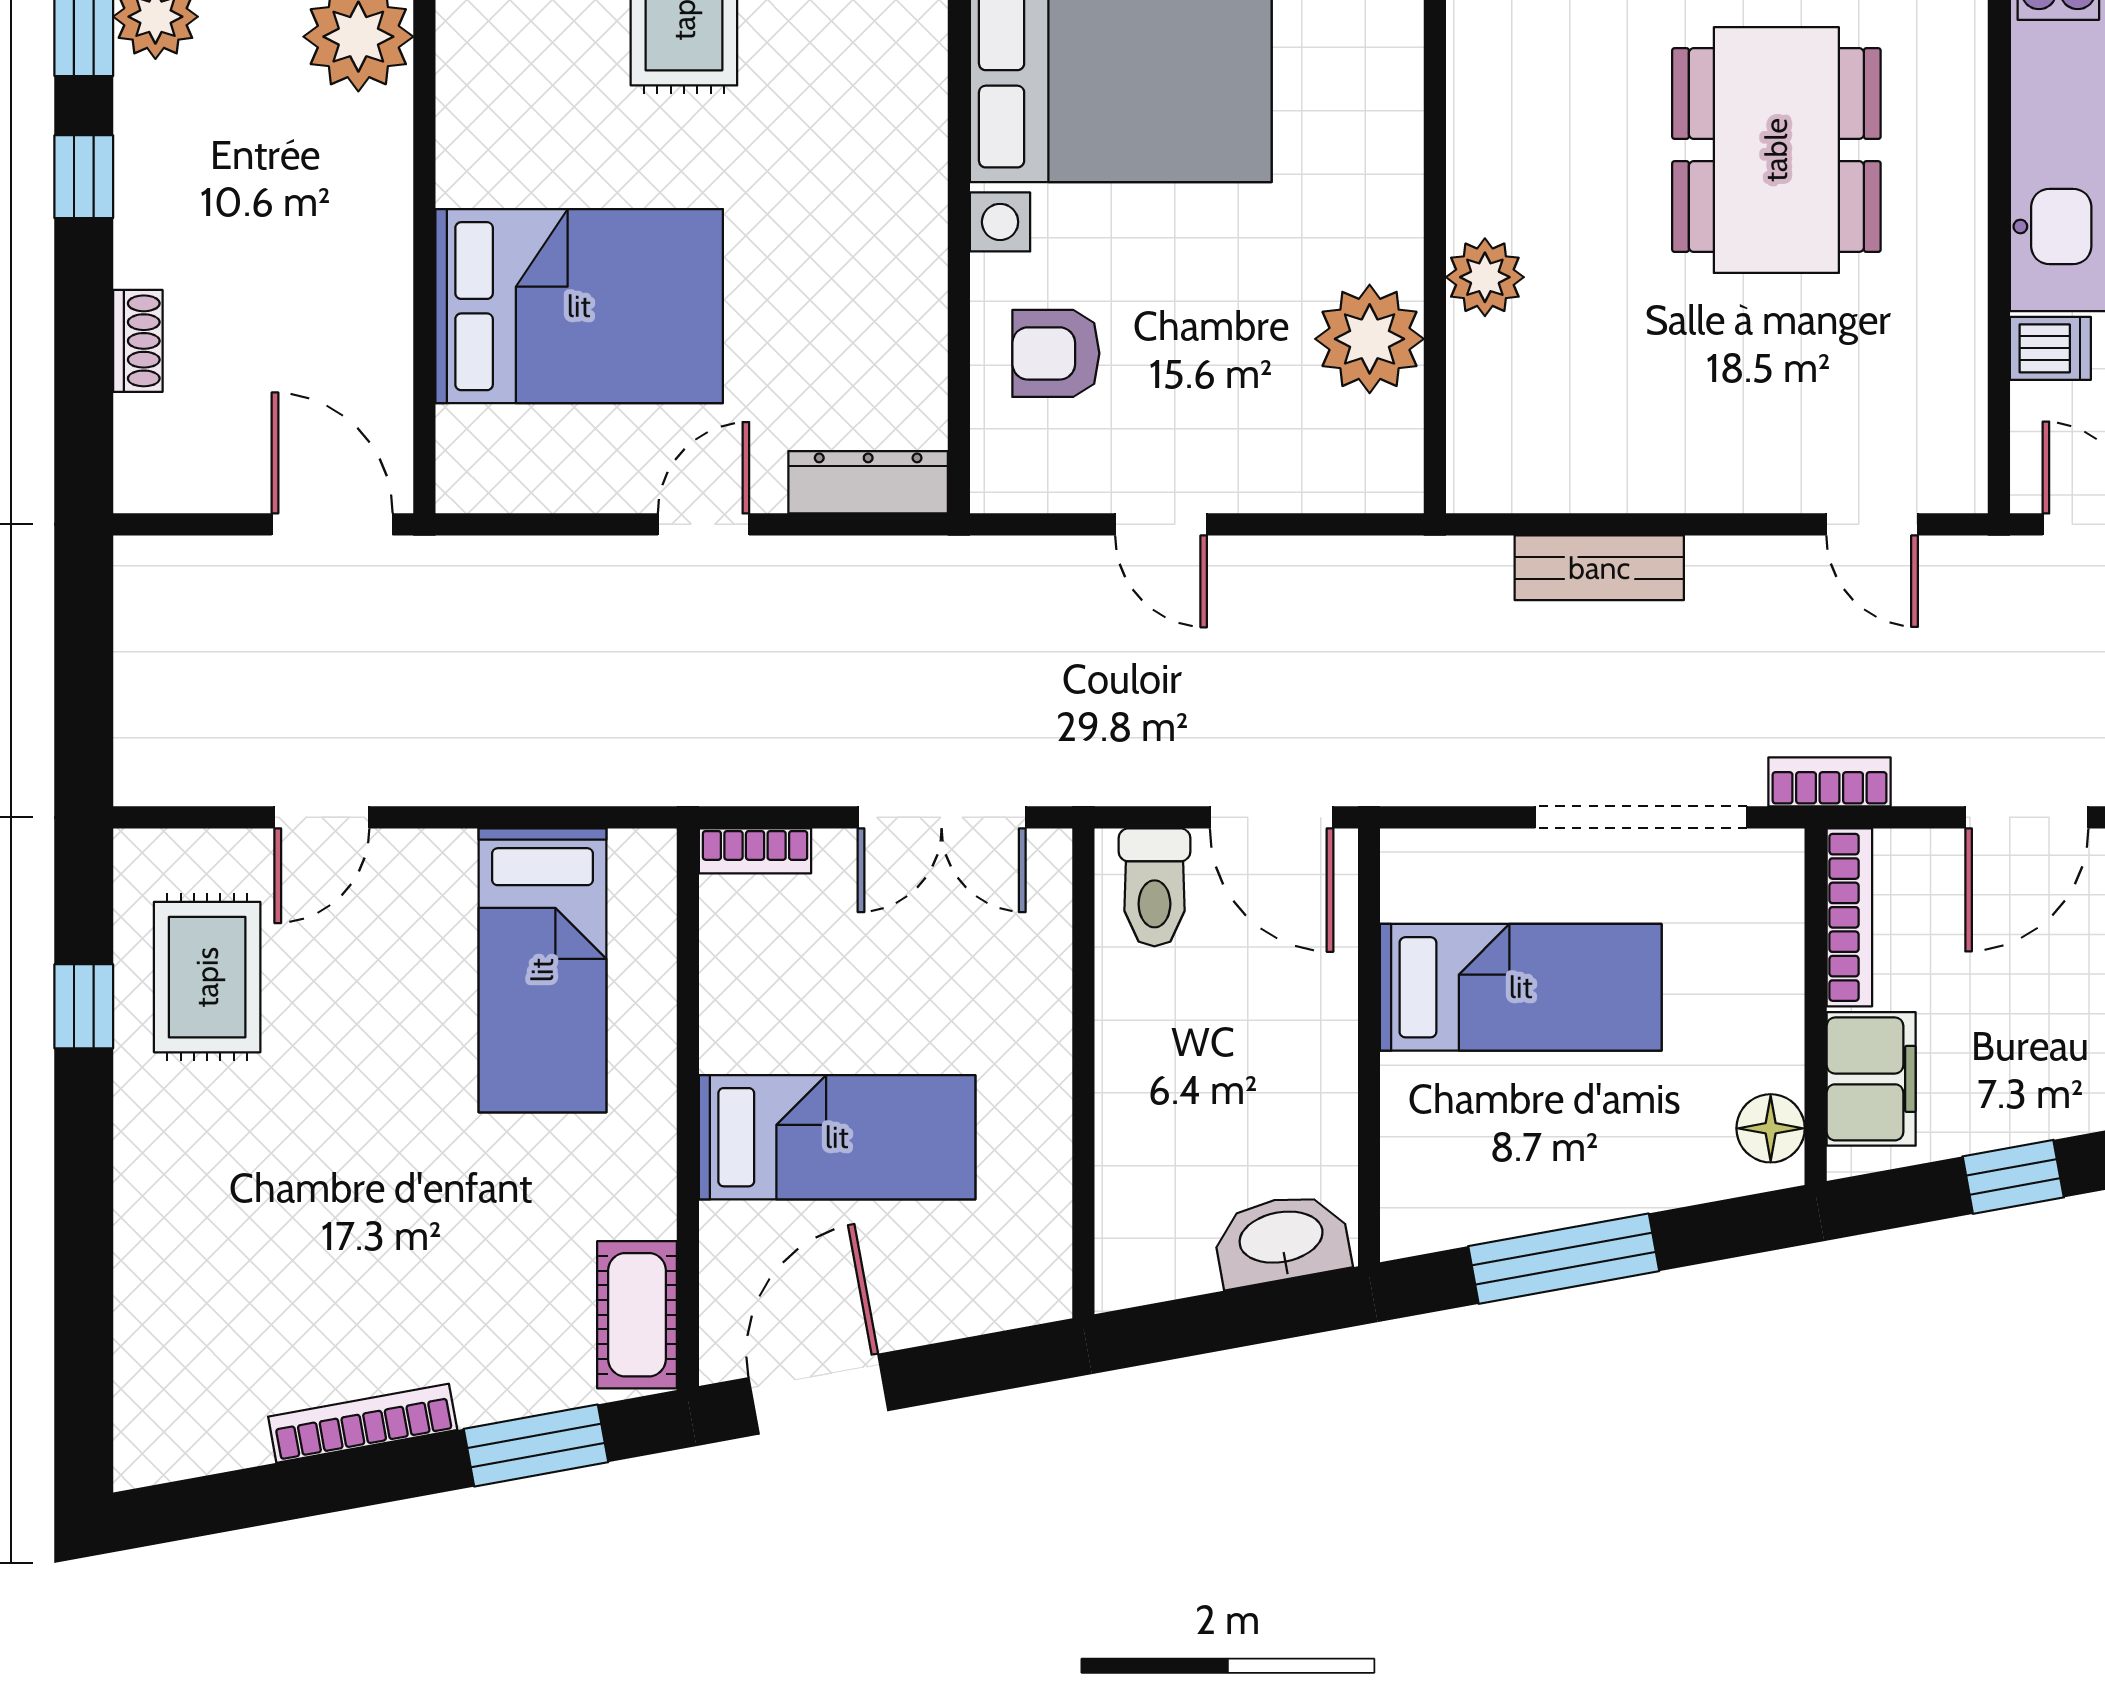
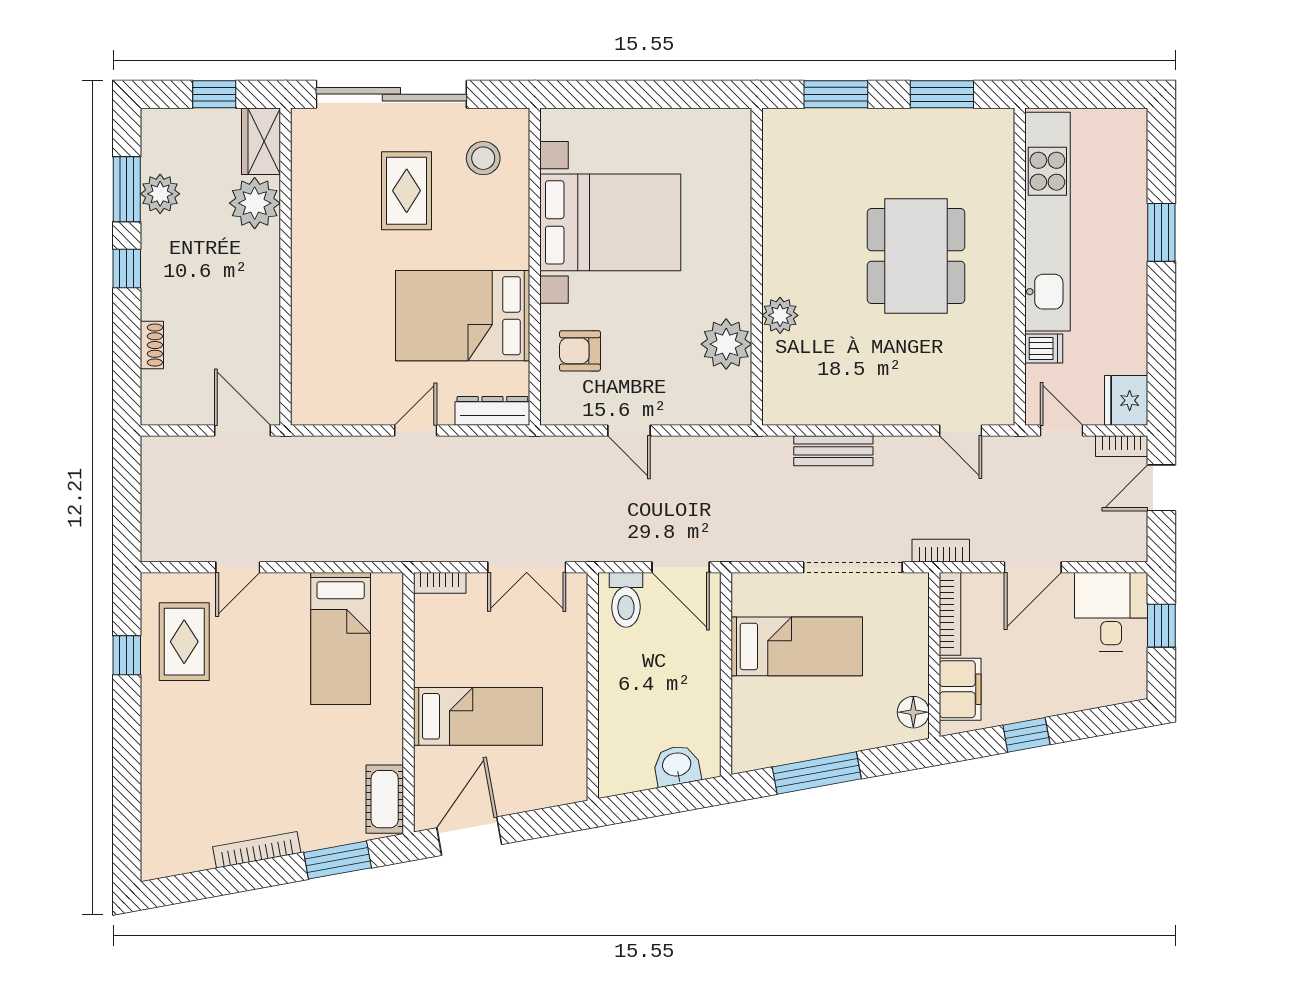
bed: (579, 306) -> (463, 316), moved, turned 180
washbasin: (1281, 1239) -> (677, 766), width x0.72

